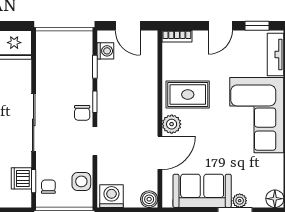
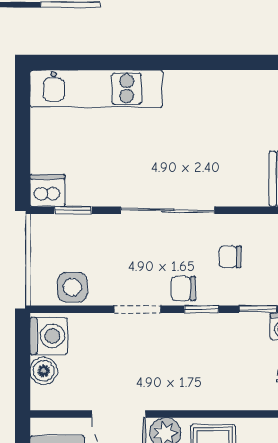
dishwasher: (21, 178) -> (47, 190), moved
chair: (48, 187) -> (230, 257), moved, turned 180
boiler: (149, 199) -> (44, 371), moved

